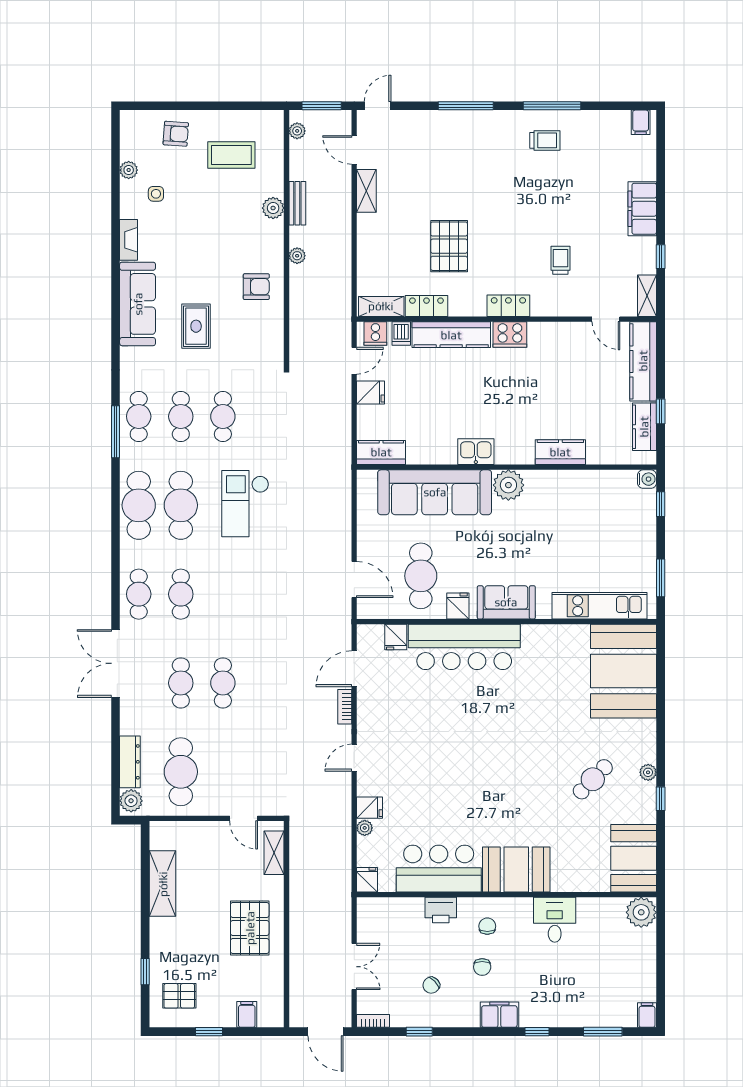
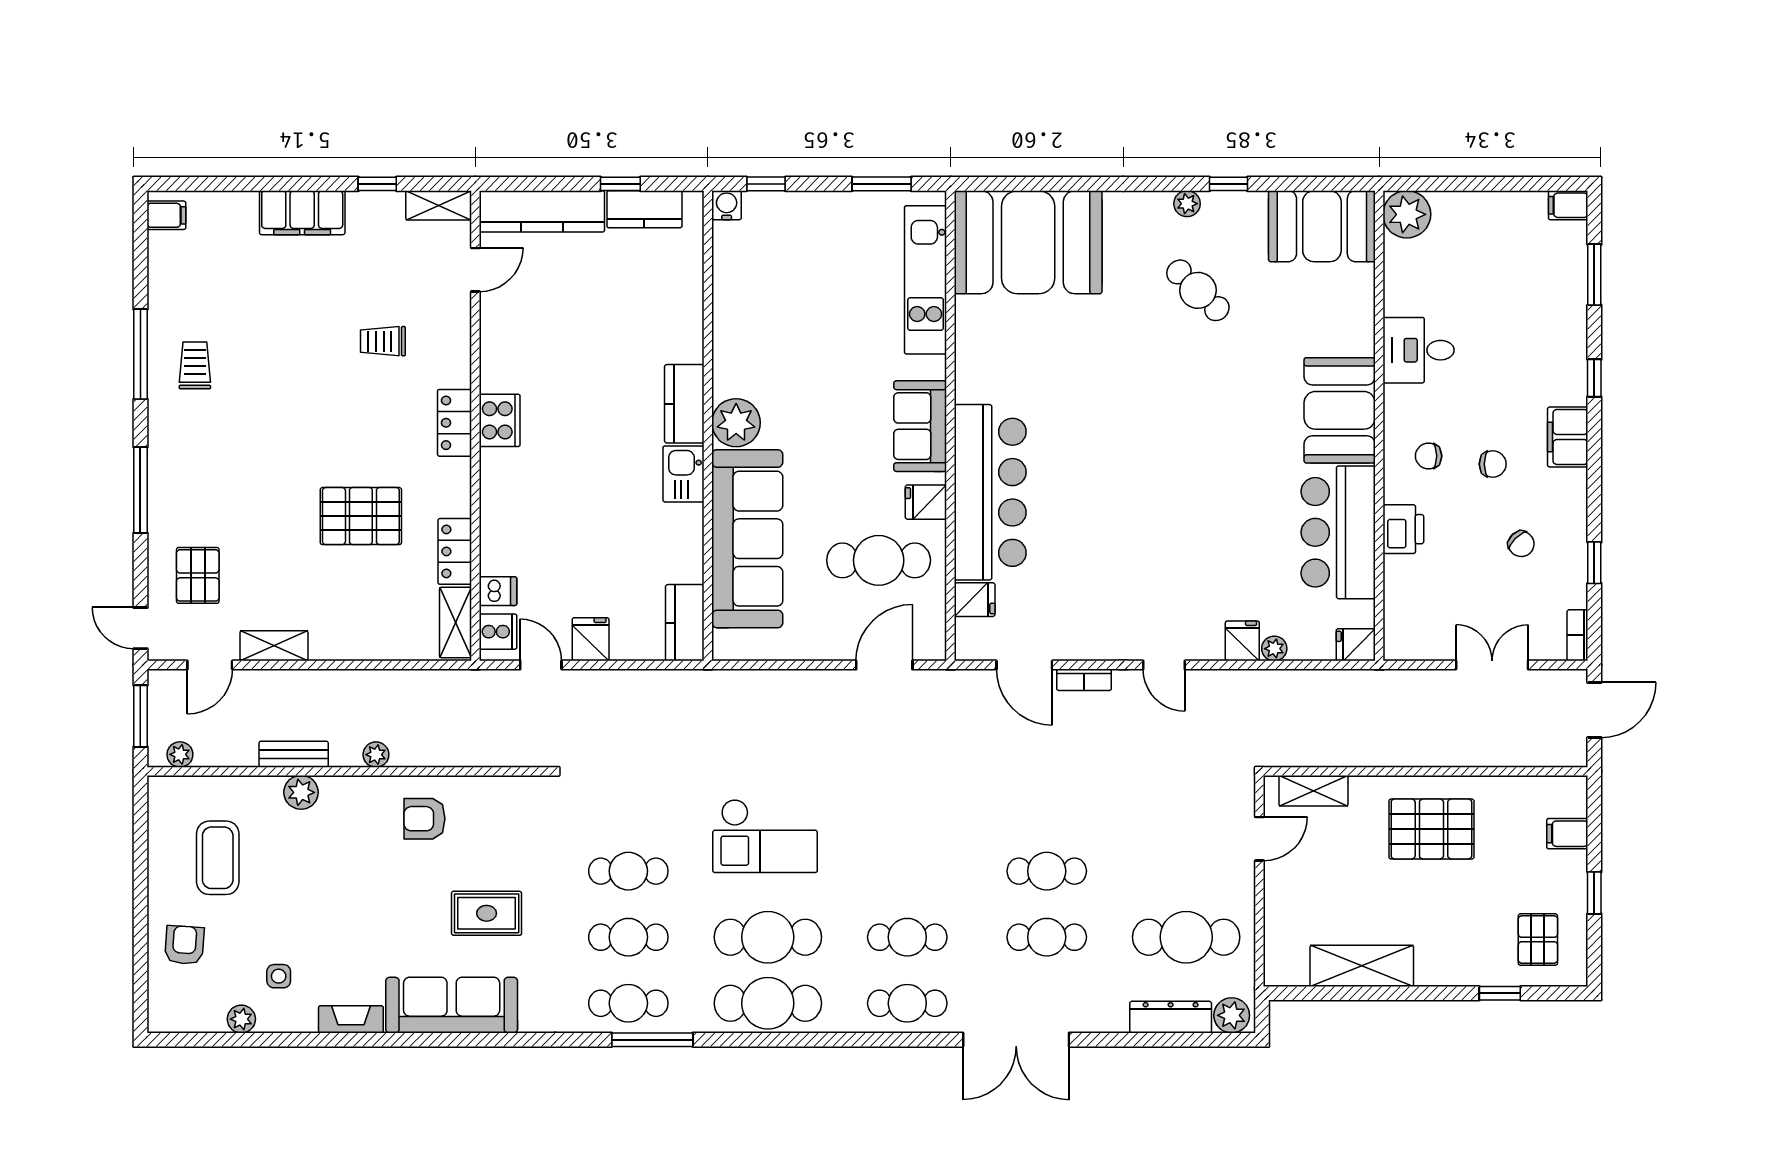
pallet: (411, 142) -> (198, 575), added
armchair: (256, 287) -> (424, 819), turned -90
kitchen counter: (451, 335) -> (500, 513), removed
kitchen counter: (560, 452) -> (684, 404), moved

